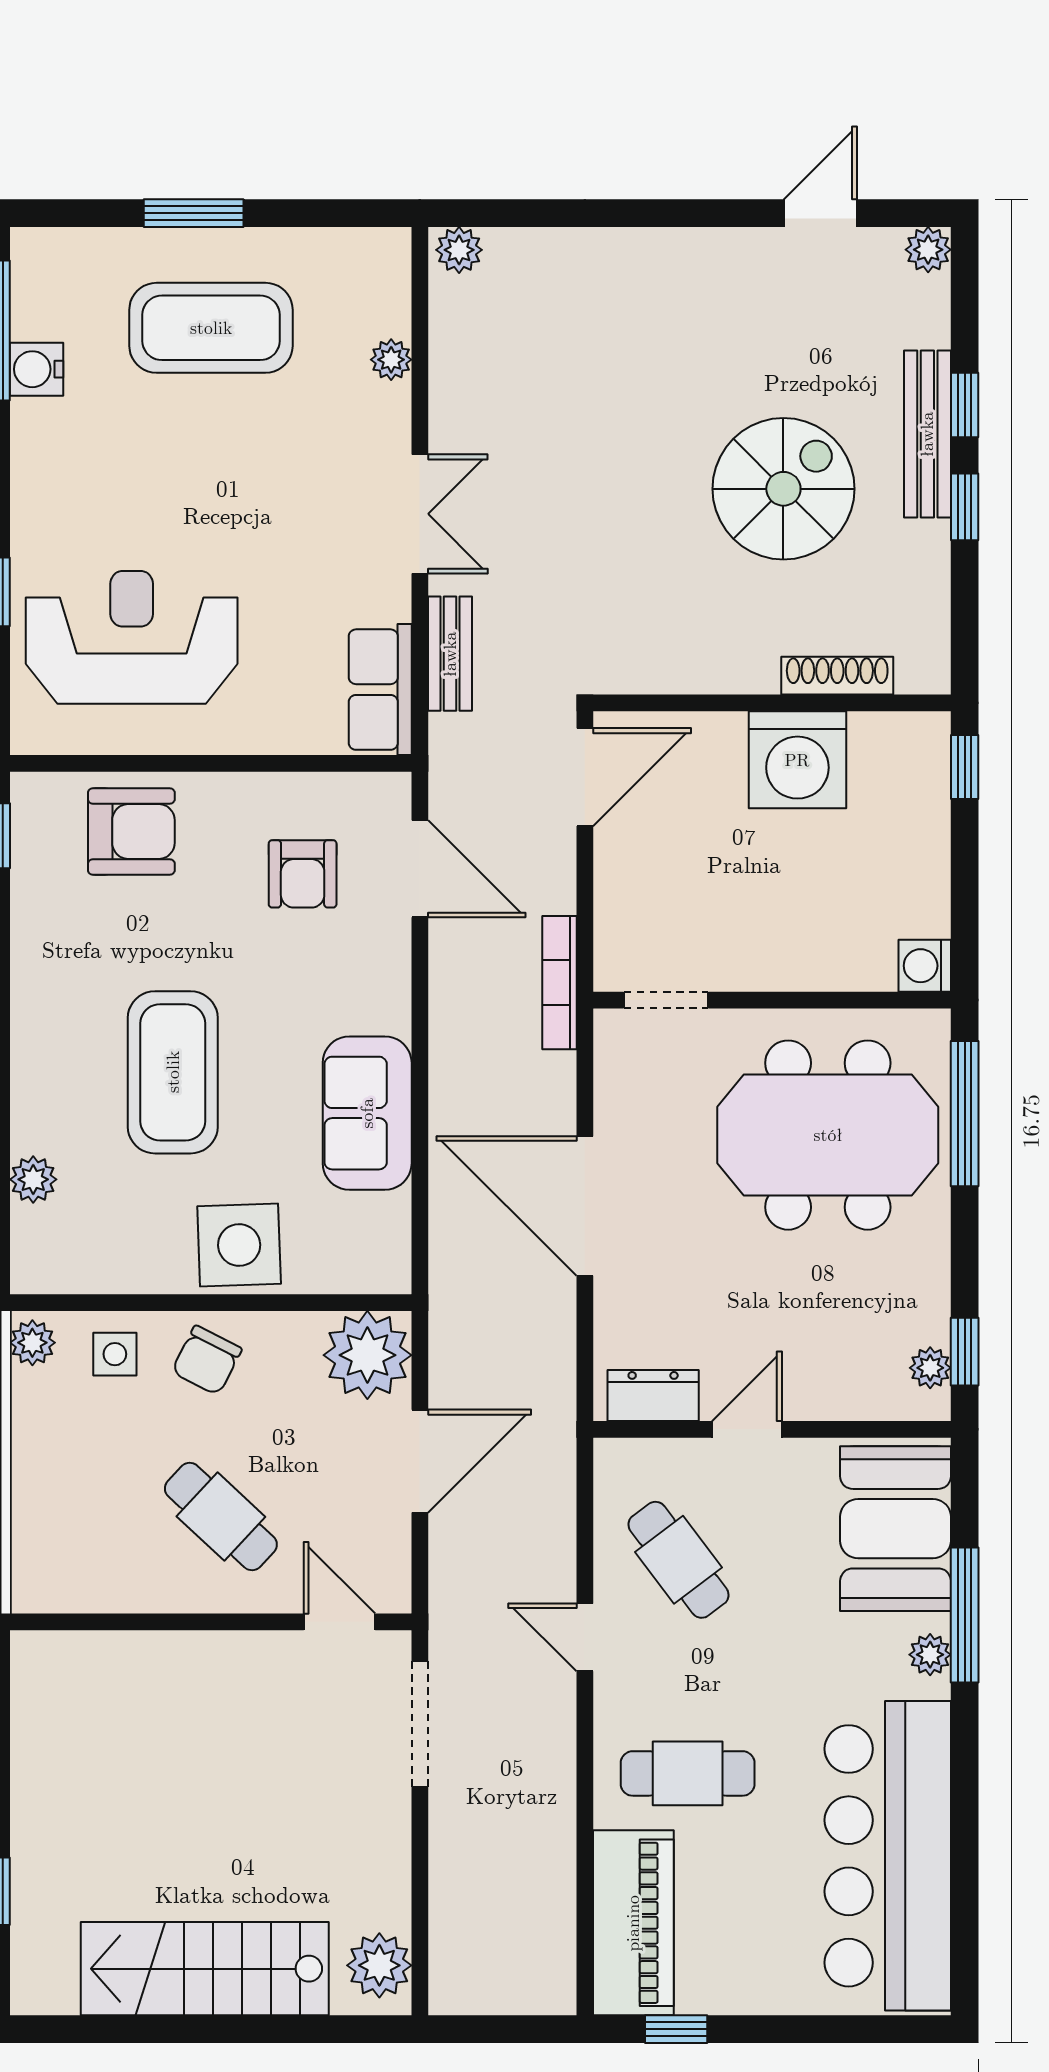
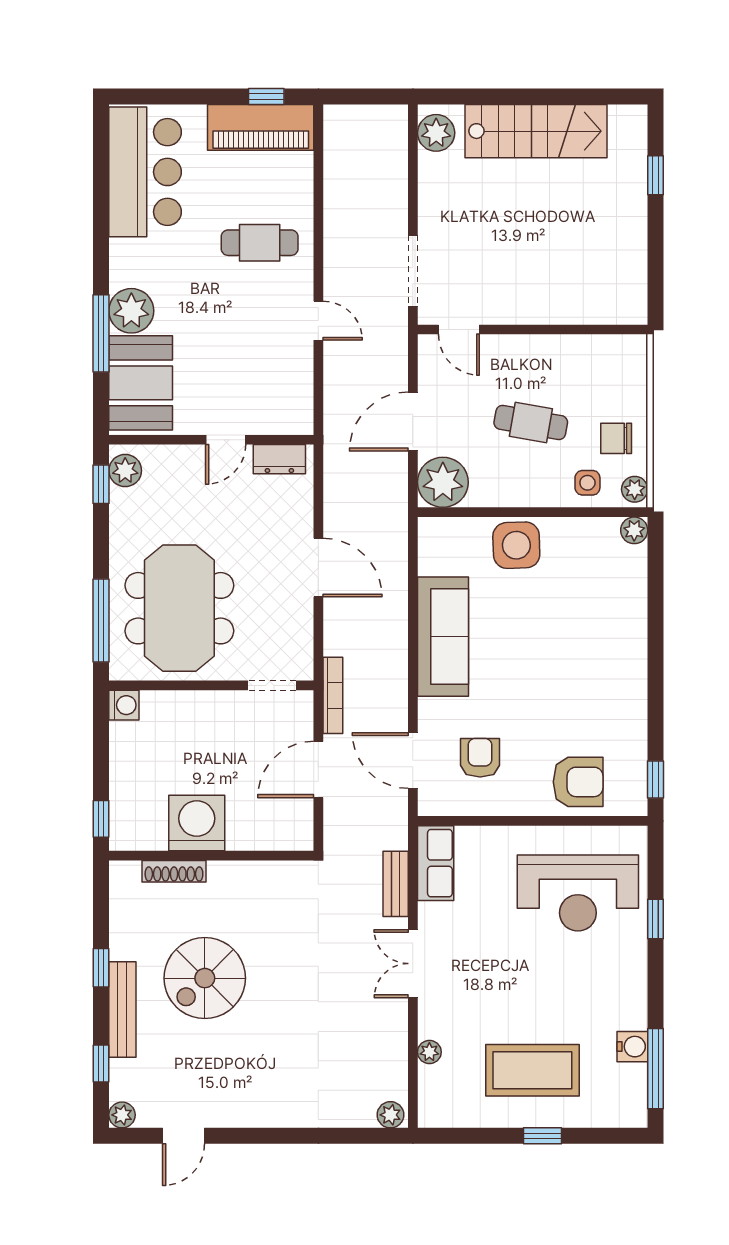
window: (194, 213) -> (542, 1136), width x0.67
window: (965, 405) -> (101, 1064), moved
door: (585, 777) -> (318, 770), moved
armchair: (131, 831) -> (578, 782), turned 180
coffee table: (173, 1072) -> (554, 644), removed
sofa: (367, 1113) -> (443, 637), width x1.36
meeting table: (828, 1135) -> (179, 608), turned 90
plant: (33, 1179) -> (634, 530), moved
door: (585, 1206) -> (318, 568), width x0.73
chair: (207, 1360) -> (616, 438), moved, turned -117
plant: (930, 1368) -> (125, 471), width x1.38, depth x1.38
cafe table: (221, 1517) -> (531, 422), moved, turned -33
cafe table: (679, 1560) -> (265, 365), removed
plant: (930, 1655) -> (131, 311), width x1.88, depth x1.88
bar counter: (888, 1856) -> (145, 172), width x0.73
piano: (633, 1923) -> (261, 127), moved, turned -90

